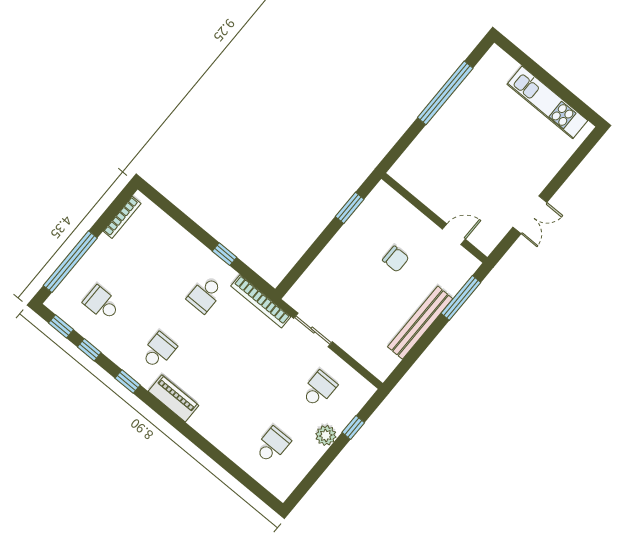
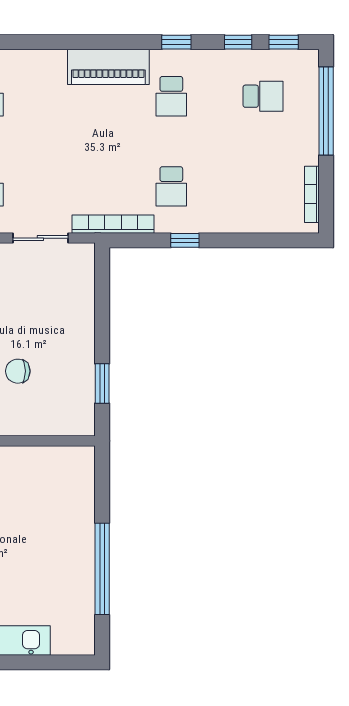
school desk: (205, 295) -> (171, 186), turned 180
piano: (174, 398) -> (108, 67), width x1.37, depth x1.33

